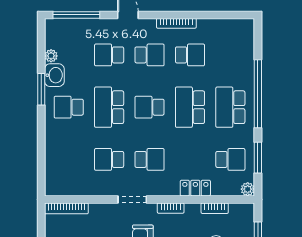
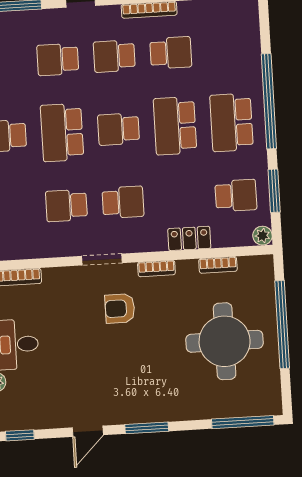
school desk: (150, 55) -> (114, 56), turned 180

